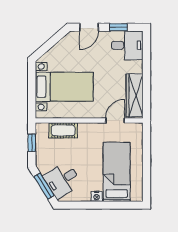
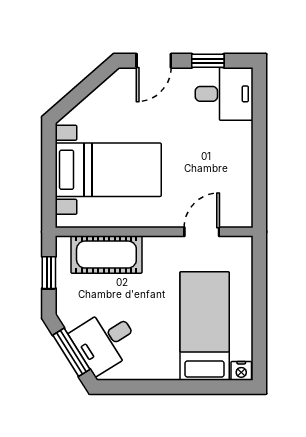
wardrobe: (135, 95) -> (238, 186), removed
cot: (63, 130) -> (106, 255), width x1.37, depth x1.34
nightstand: (97, 196) -> (241, 371), moved

